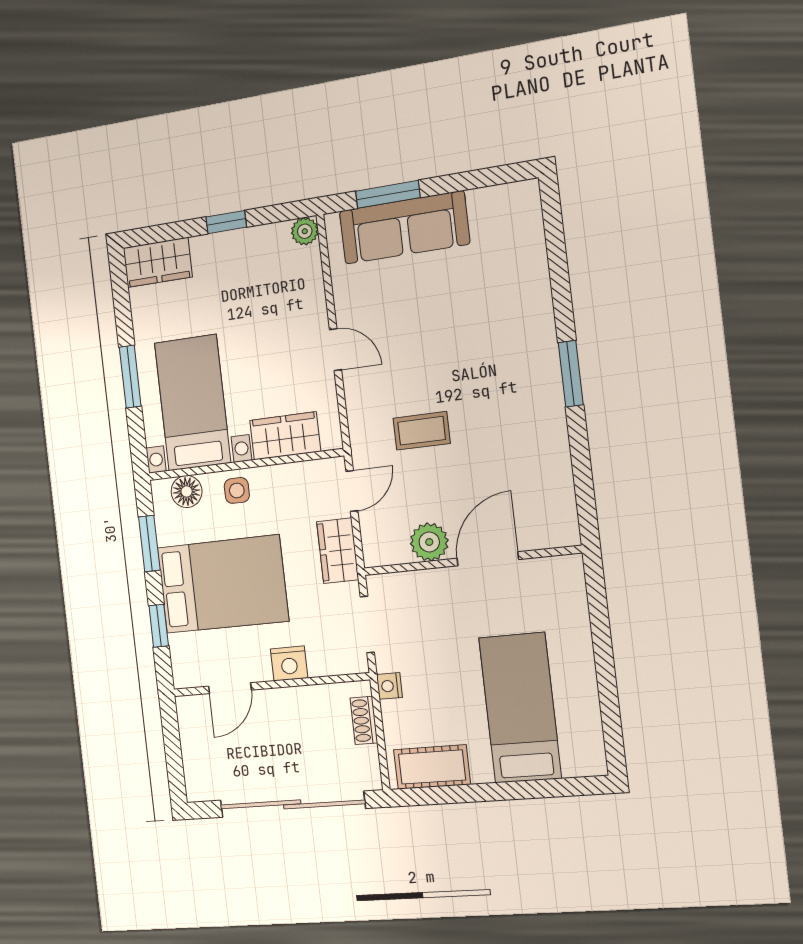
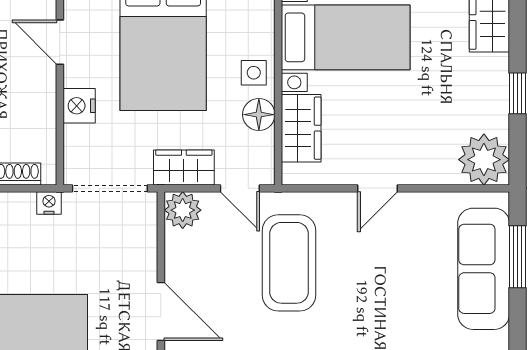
plant: (305, 231) -> (484, 160), width x1.88, depth x1.88
coffee table: (422, 431) -> (289, 263), width x1.86, depth x1.72
floor lamp: (187, 491) -> (259, 115), moved
plant: (429, 542) -> (183, 210), moved
doorway: (367, 624) -> (110, 188), width x1.38

